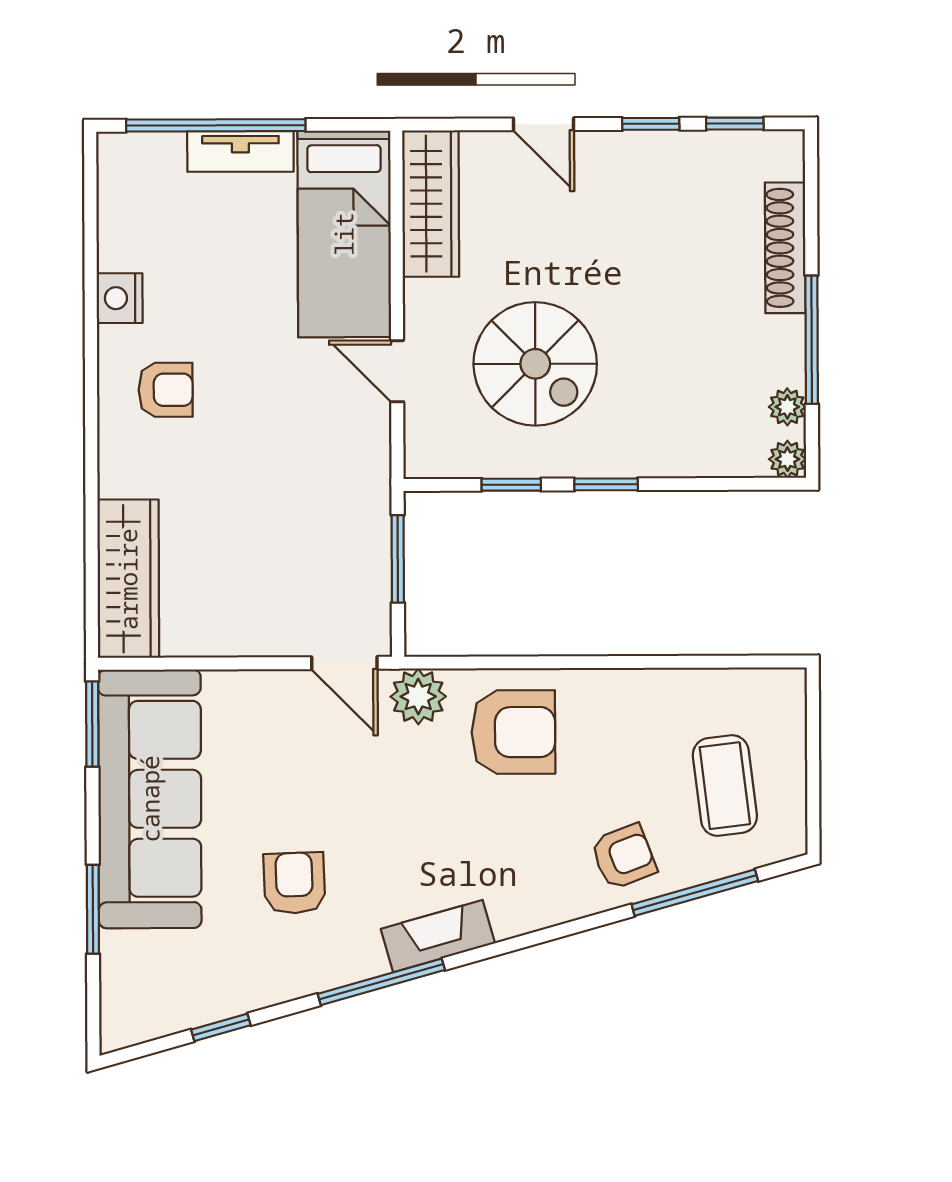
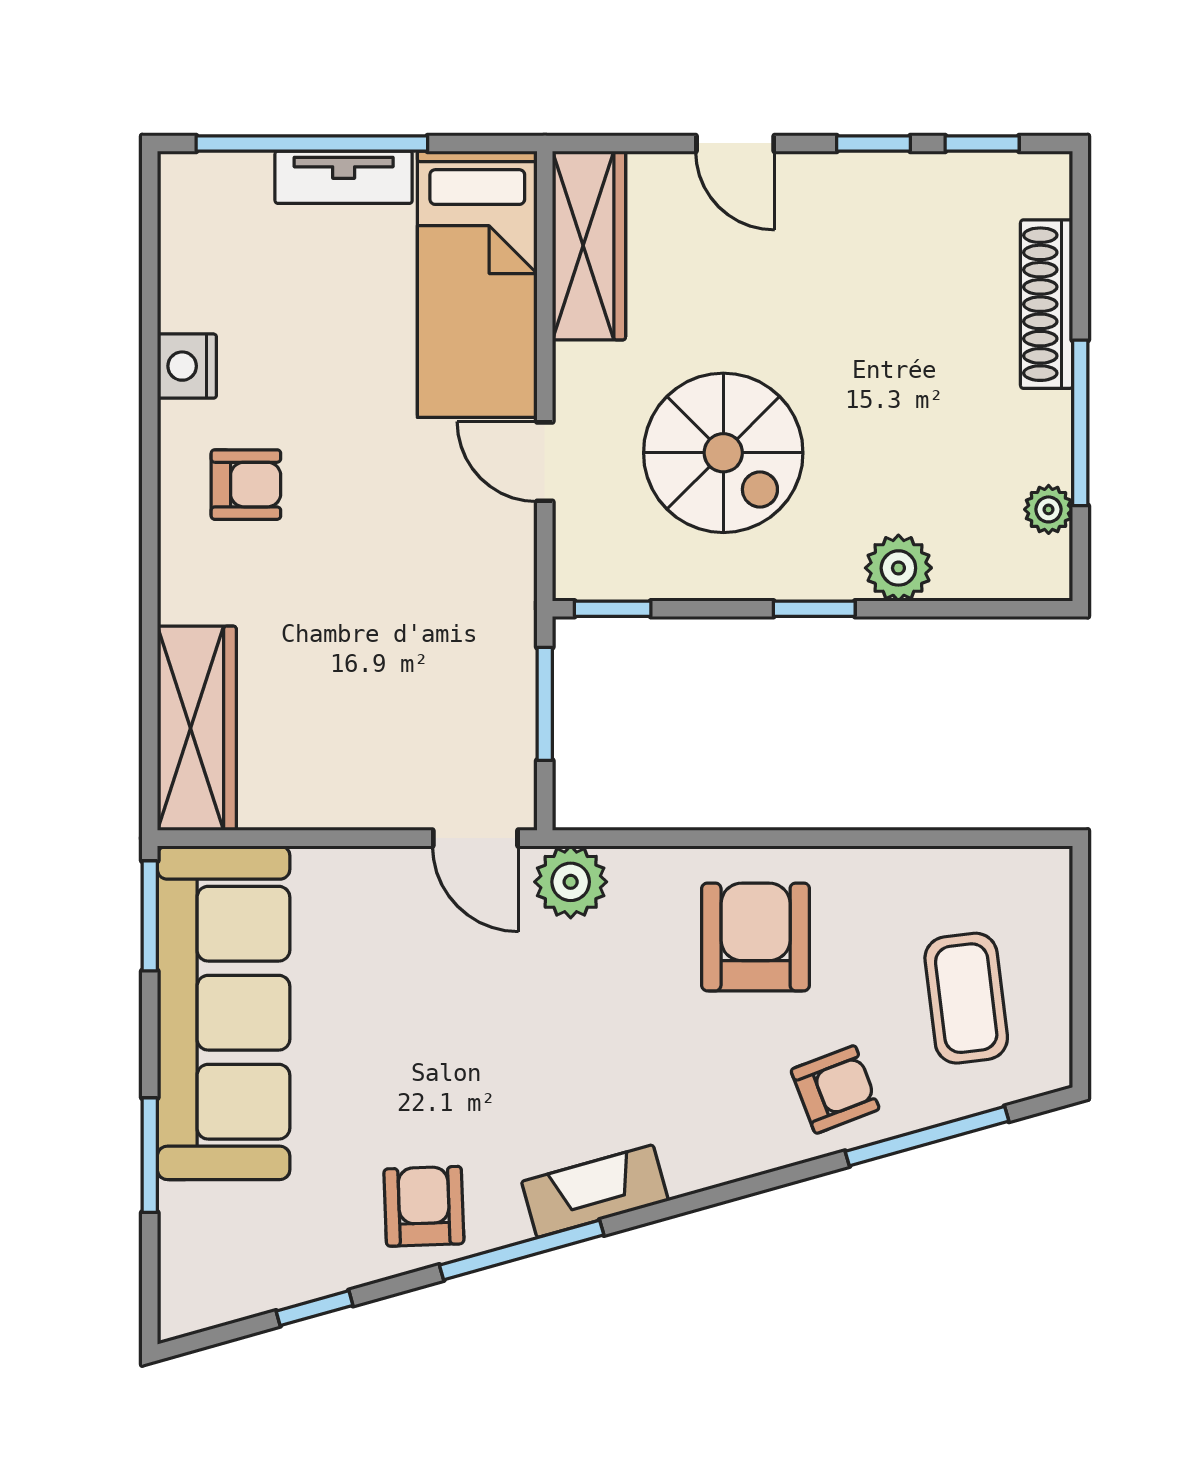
plant: (787, 459) -> (898, 568), moved, width x1.38, depth x1.38
window: (511, 485) -> (613, 609), moved
armchair: (513, 732) -> (756, 937), moved, turned -90
armchair: (294, 883) -> (424, 1206), moved

